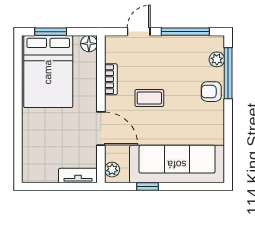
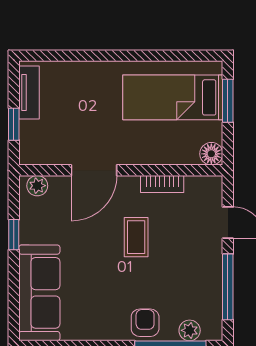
bed: (48, 72) -> (173, 97), width x0.67
sofa: (177, 164) -> (39, 293), width x0.74, depth x0.79
tv unit: (78, 175) -> (29, 93), moved
window: (68, 187) -> (14, 124), added

